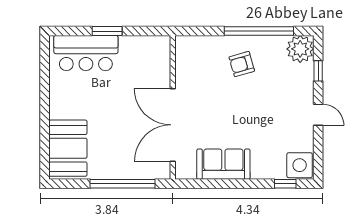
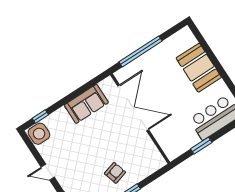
window: (107, 31) -> (201, 146), moved
booth: (68, 148) -> (199, 68), moved

